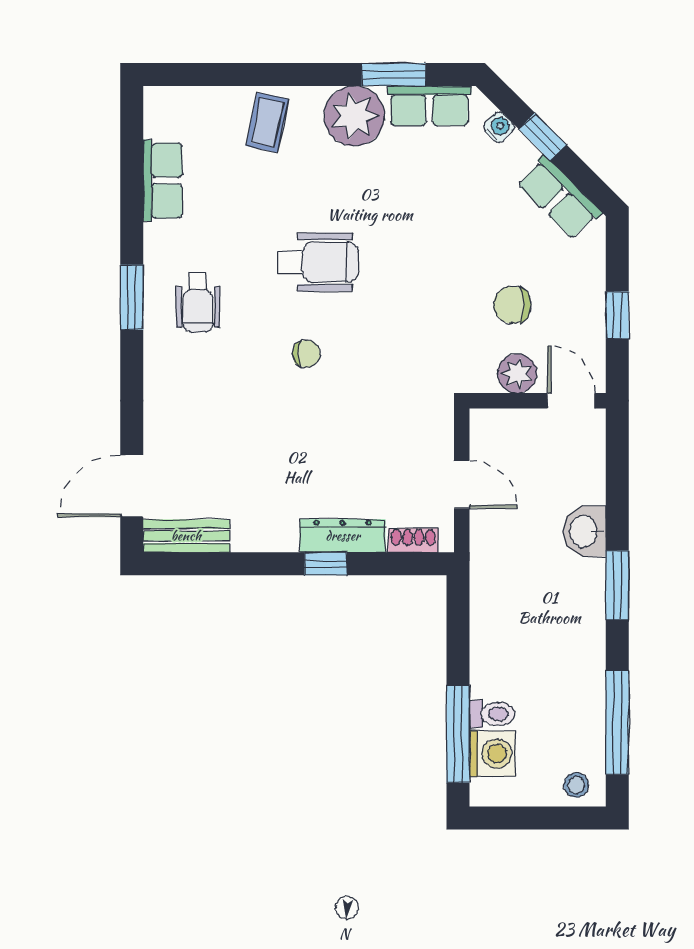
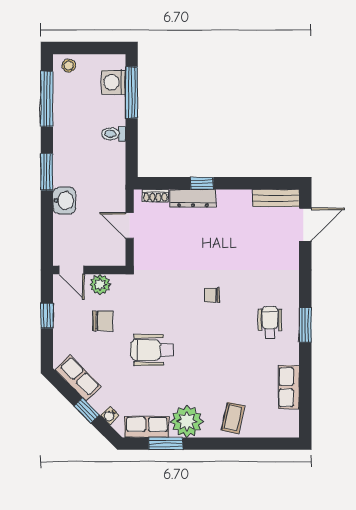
wheelchair: (318, 262) -> (152, 350), moved
toilet: (492, 714) -> (114, 134), moved

